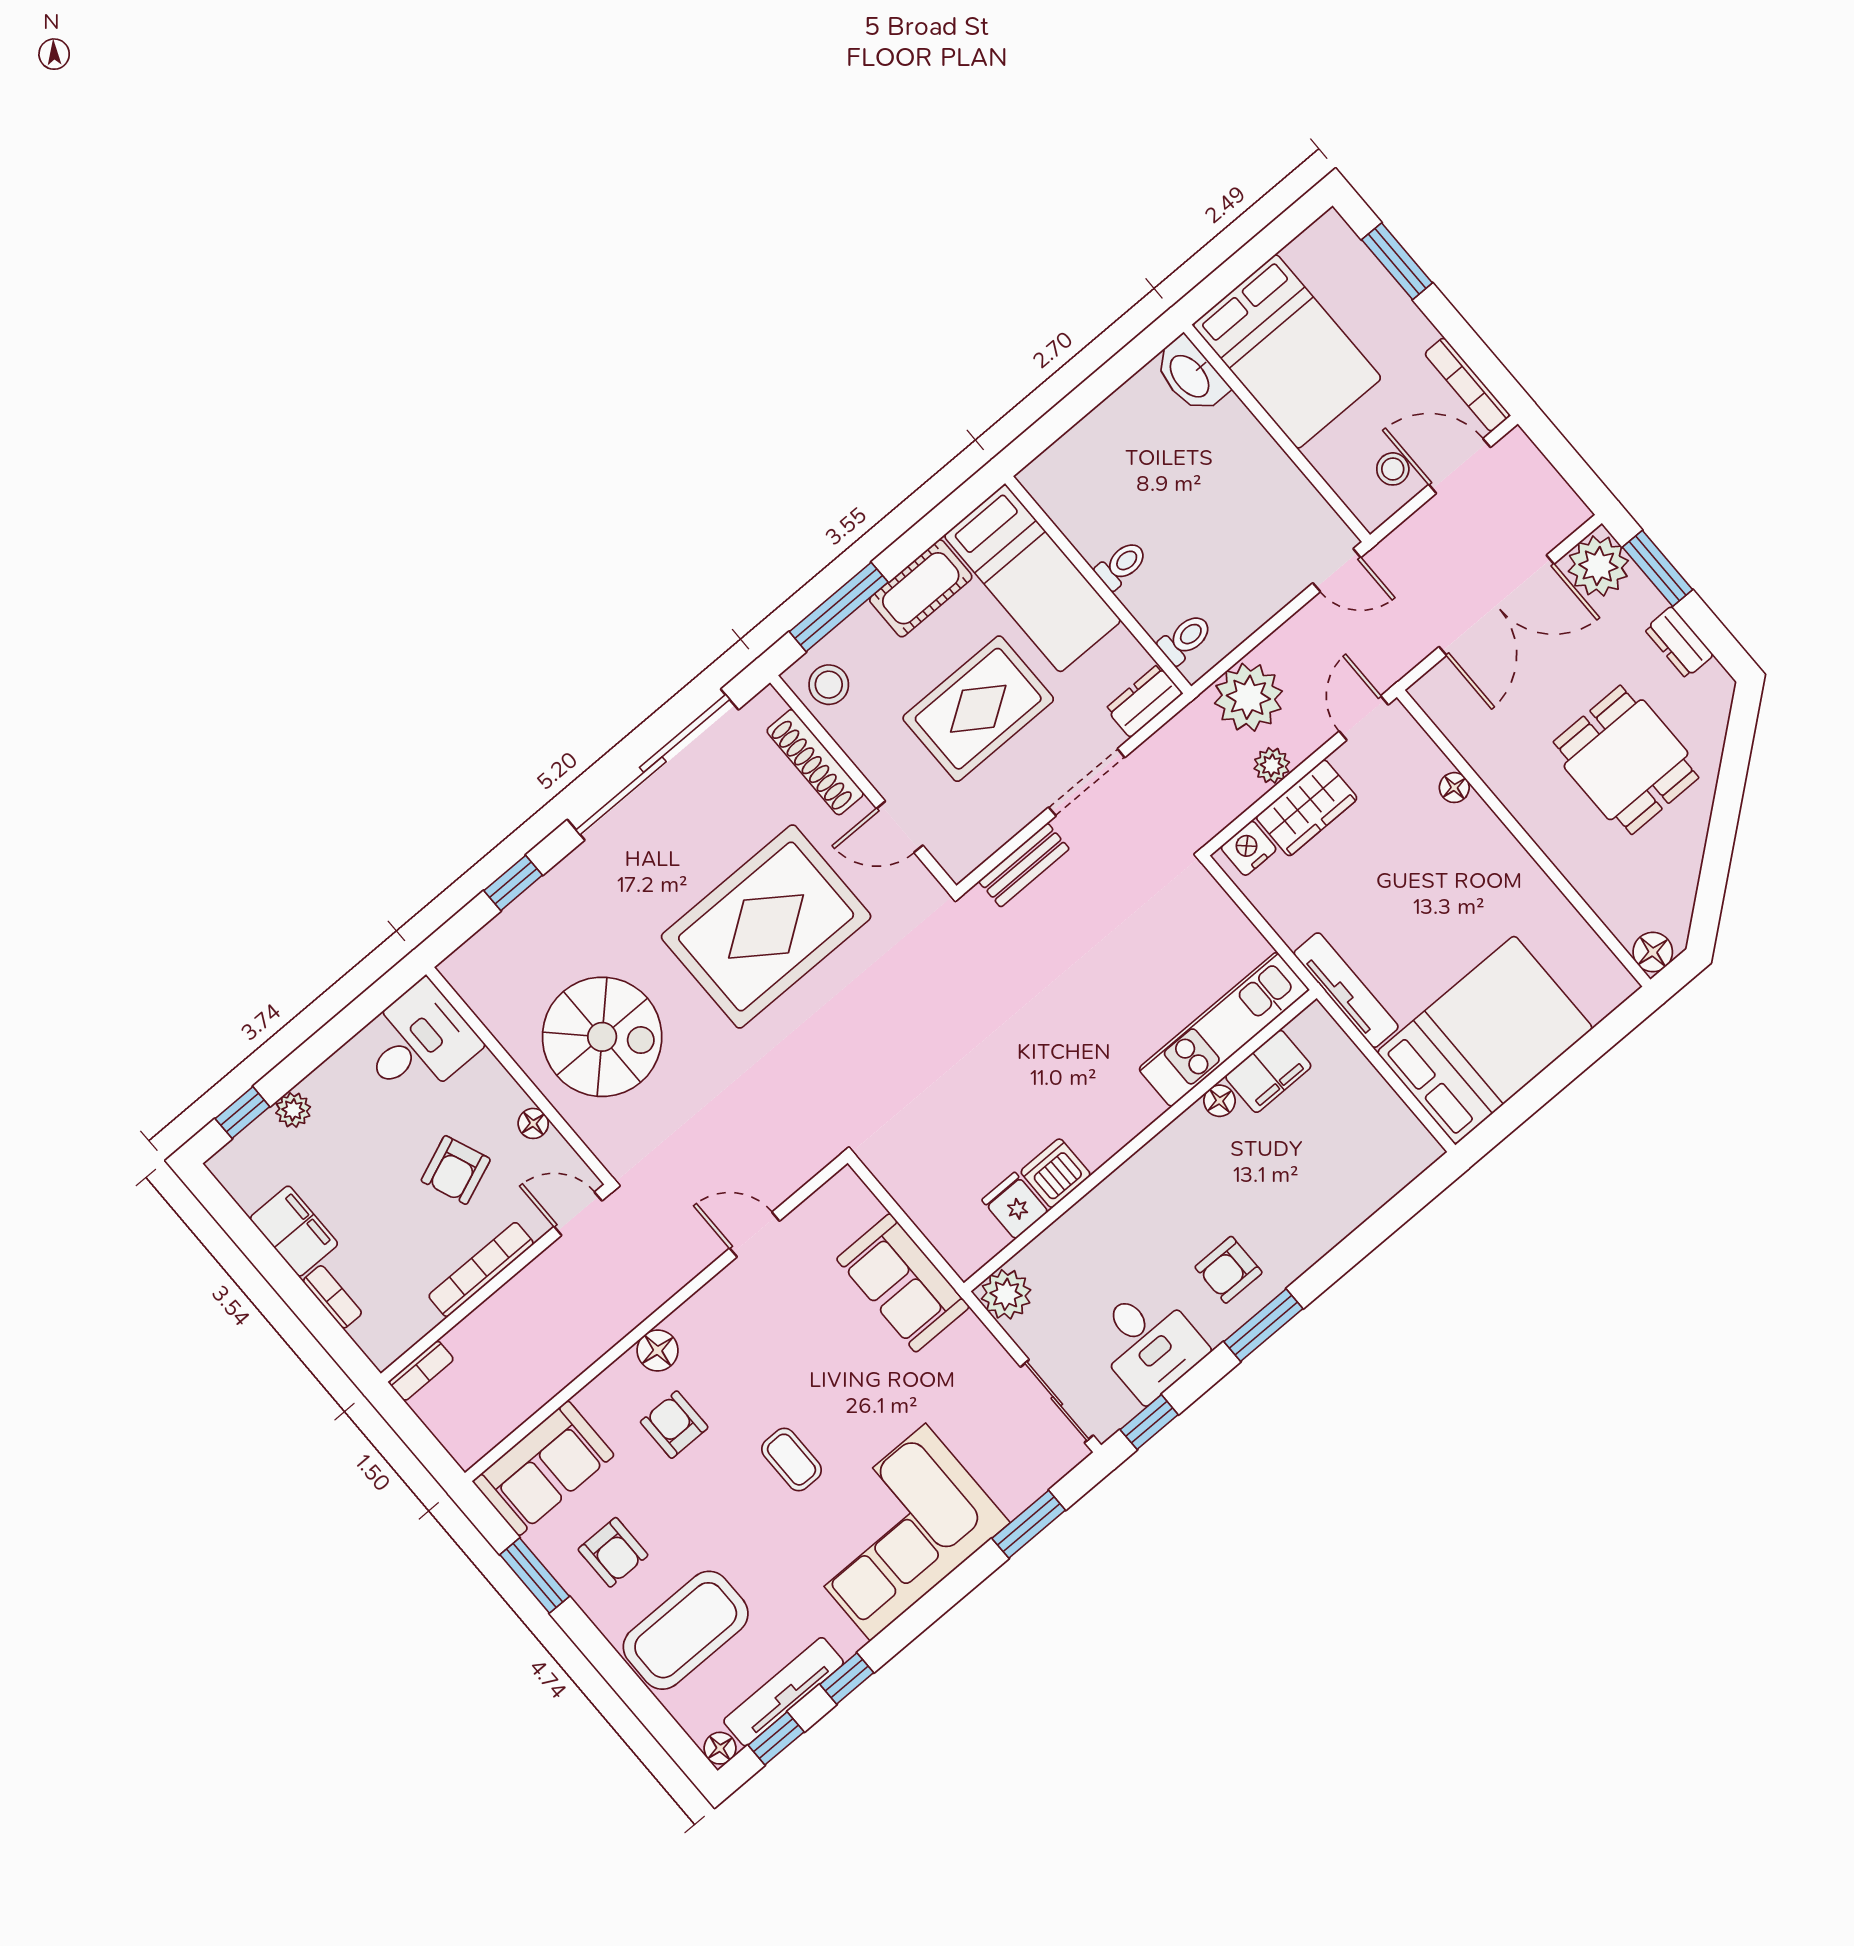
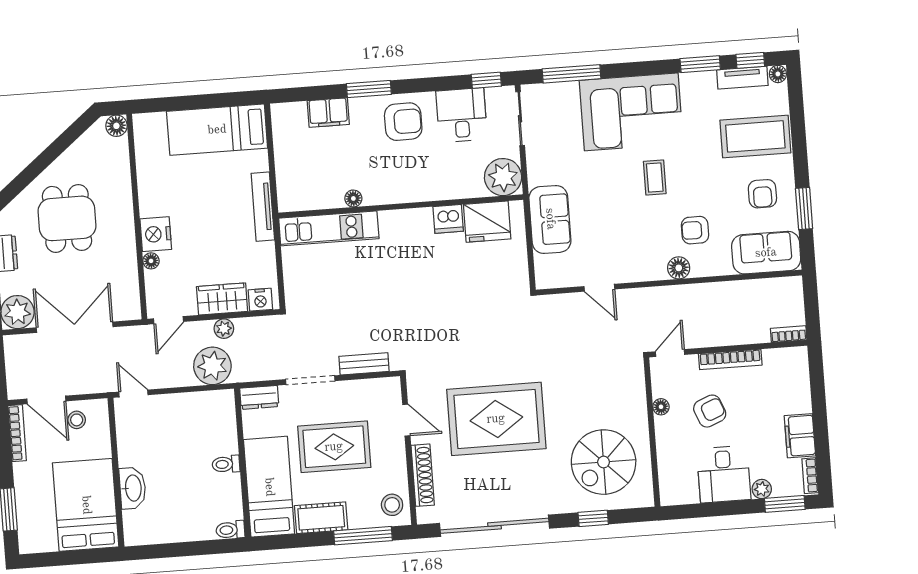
washbasin: (1191, 375) -> (133, 488), moved
toilet: (1185, 639) -> (230, 530), moved
nightstand: (1476, 833) -> (156, 234), added
spiral stairs: (602, 1037) -> (604, 462), moved, turned -90
bed: (1485, 1040) -> (217, 130), width x0.67
desk: (418, 1042) -> (724, 474), moved, turned -90
filing cabinet: (1268, 1071) -> (328, 113), moved, turned 180
window: (242, 1113) -> (785, 504), width x1.50
fridge: (1015, 1206) -> (487, 222), width x1.88, depth x1.34
door: (578, 1214) -> (670, 353), swing flipped
armchair: (1229, 1270) -> (403, 122), width x1.38, depth x1.38
plant: (1006, 1294) -> (503, 177), width x1.36, depth x1.36
bookcase: (332, 1297) -> (810, 476), moved
window: (1263, 1325) -> (369, 89), moved
armchair: (674, 1425) -> (695, 230), turned 90
window: (1029, 1524) -> (572, 74), width x1.44
armchair: (613, 1552) -> (762, 194), turned 180
window: (847, 1678) -> (700, 64), width x1.50
tv unit: (784, 1692) -> (742, 78), width x0.71

